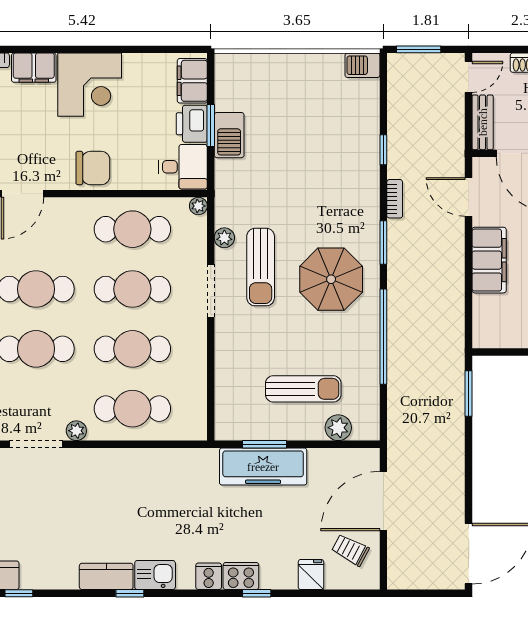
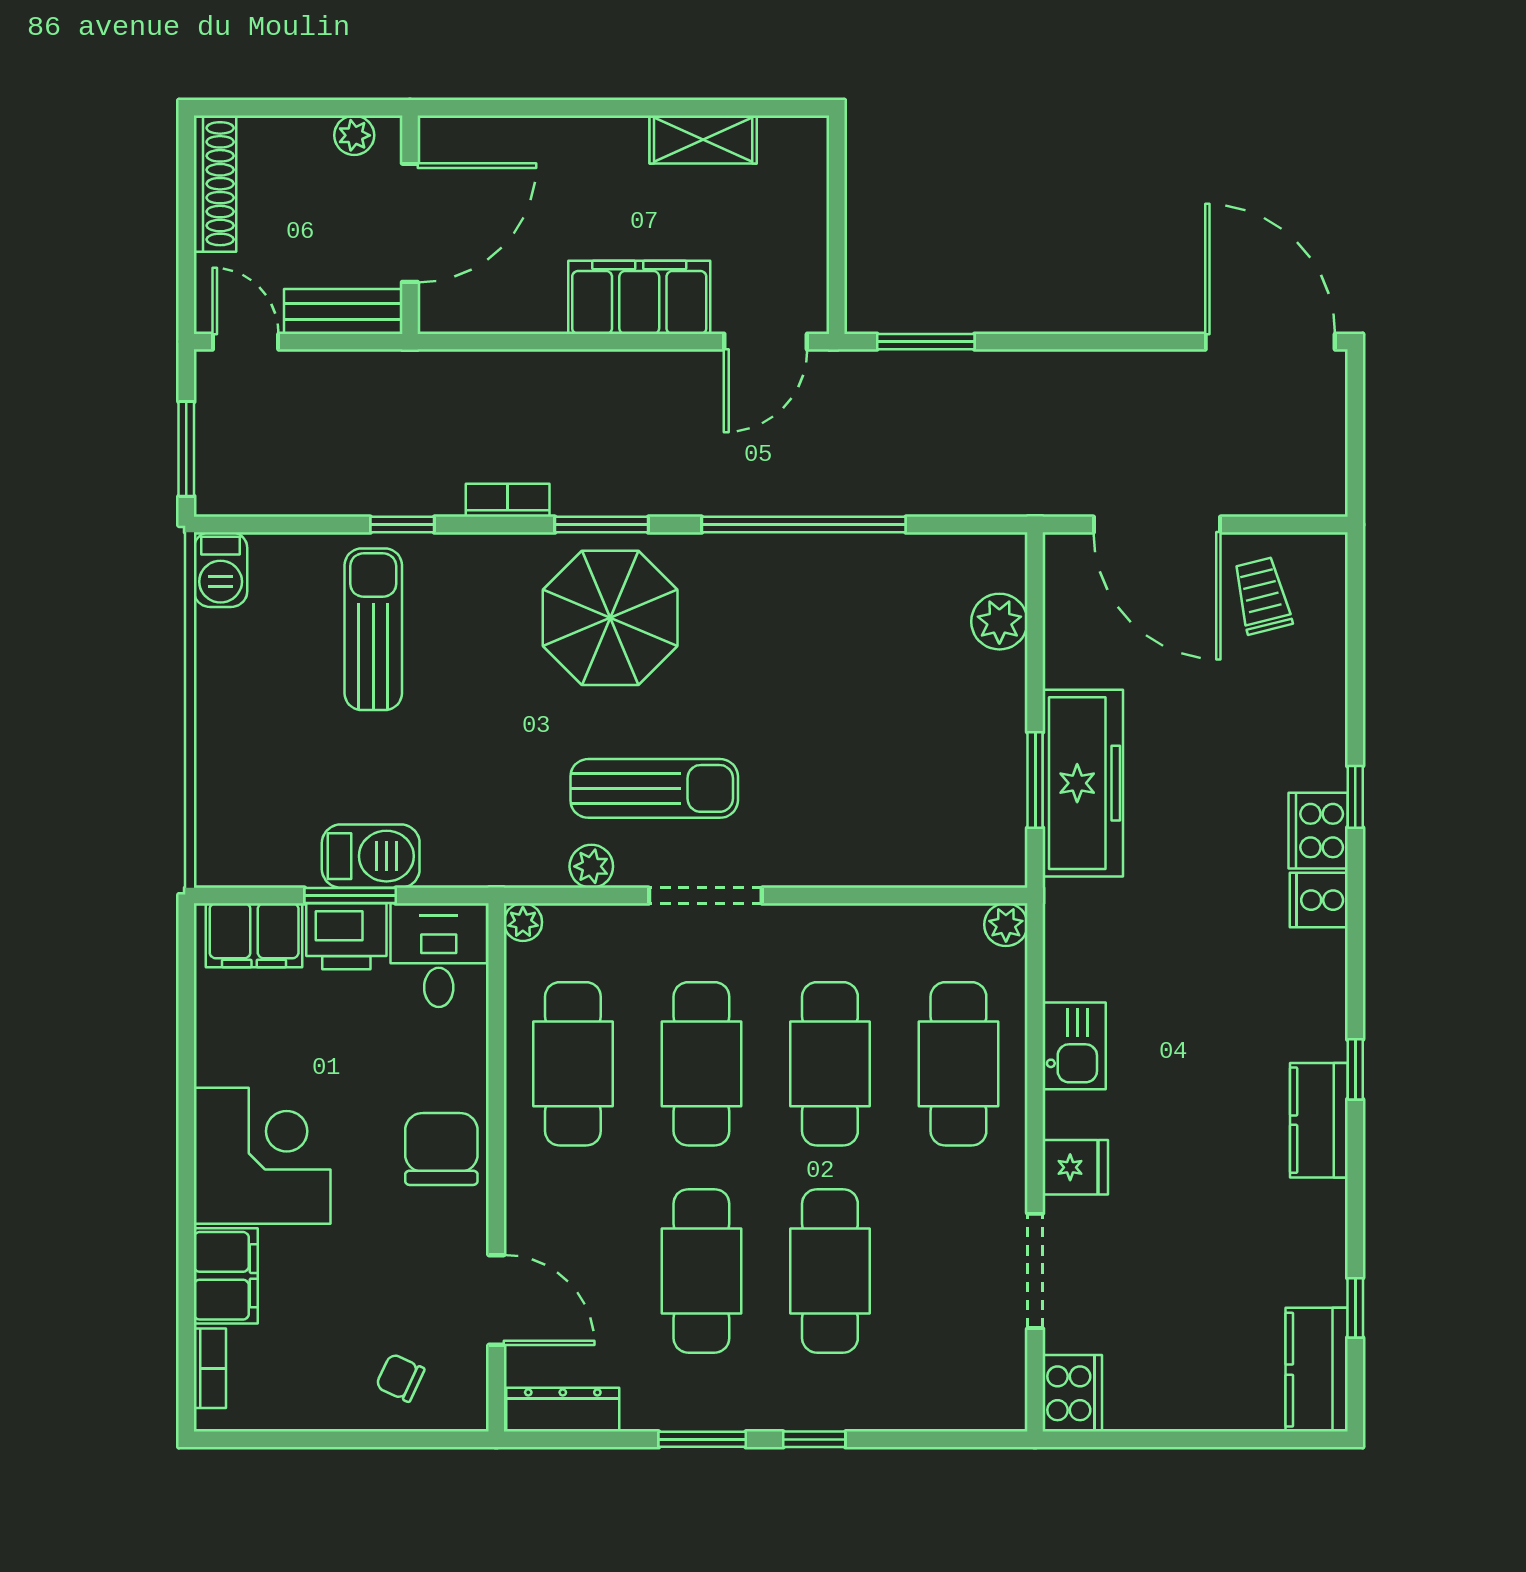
door: (469, 197) -> (766, 342), moved
parasol: (331, 279) -> (610, 618), moved
sun lounger: (303, 389) -> (373, 629), moved
plant: (76, 431) -> (1006, 925), moved
trolley: (350, 550) -> (1262, 596), turned 138
kitchen sink: (155, 575) -> (1074, 1046), moved, turned 180
fridge: (311, 575) -> (1075, 1167), moved, turned 180

